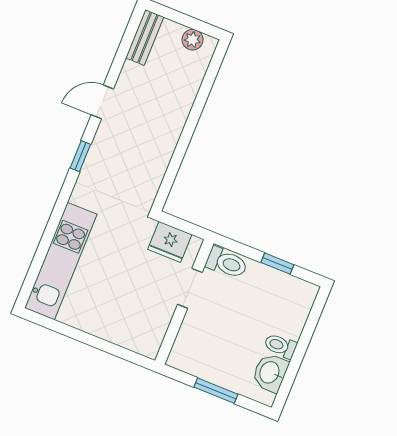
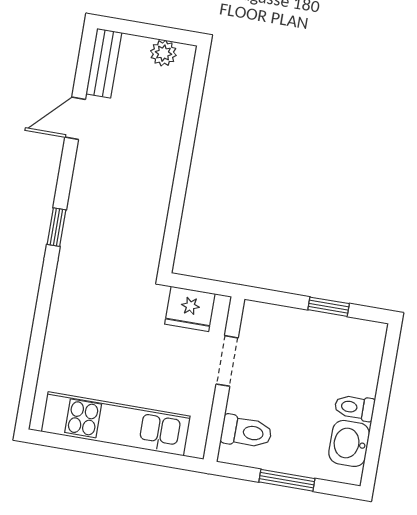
door: (102, 102) -> (75, 118), moved
kitchen unit: (61, 261) -> (116, 424), moved, turned -90
toilet: (227, 263) -> (246, 432), moved

